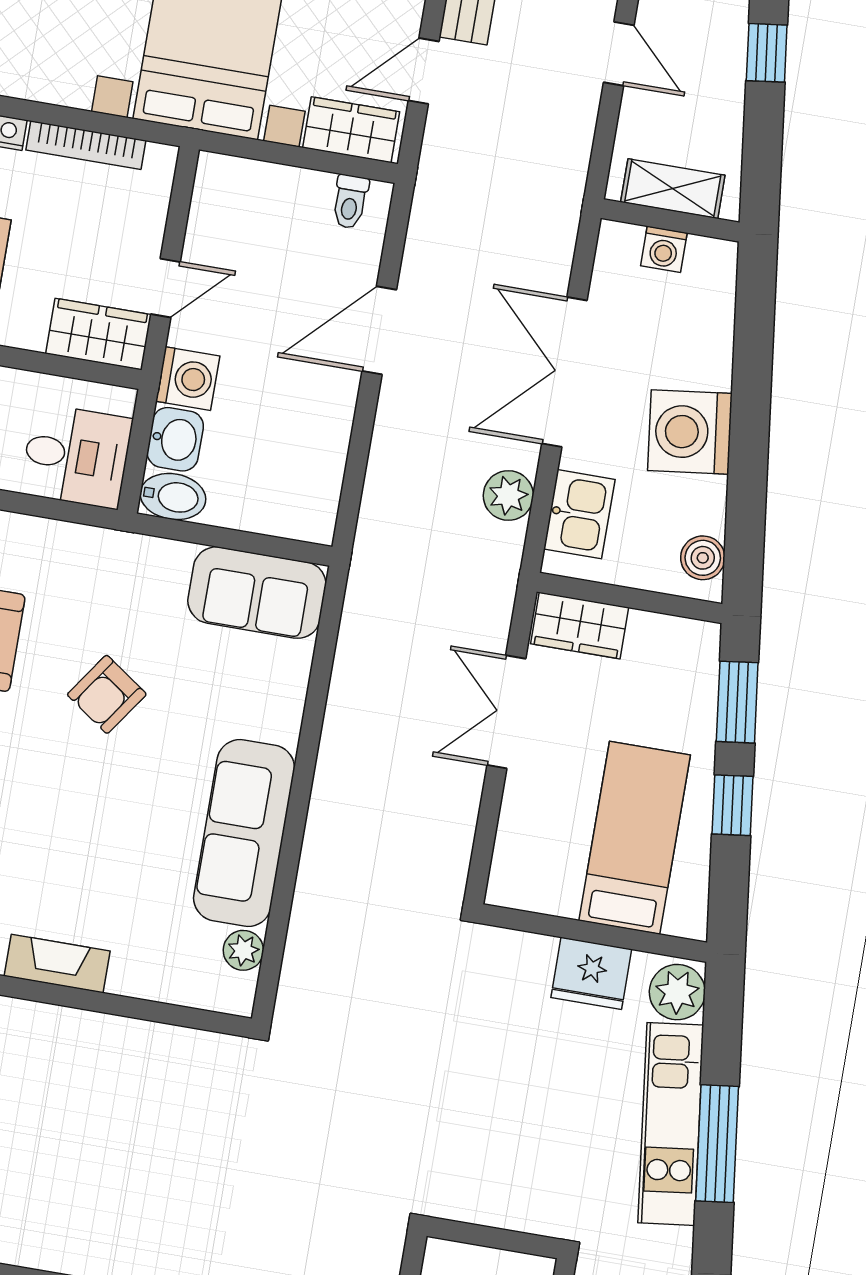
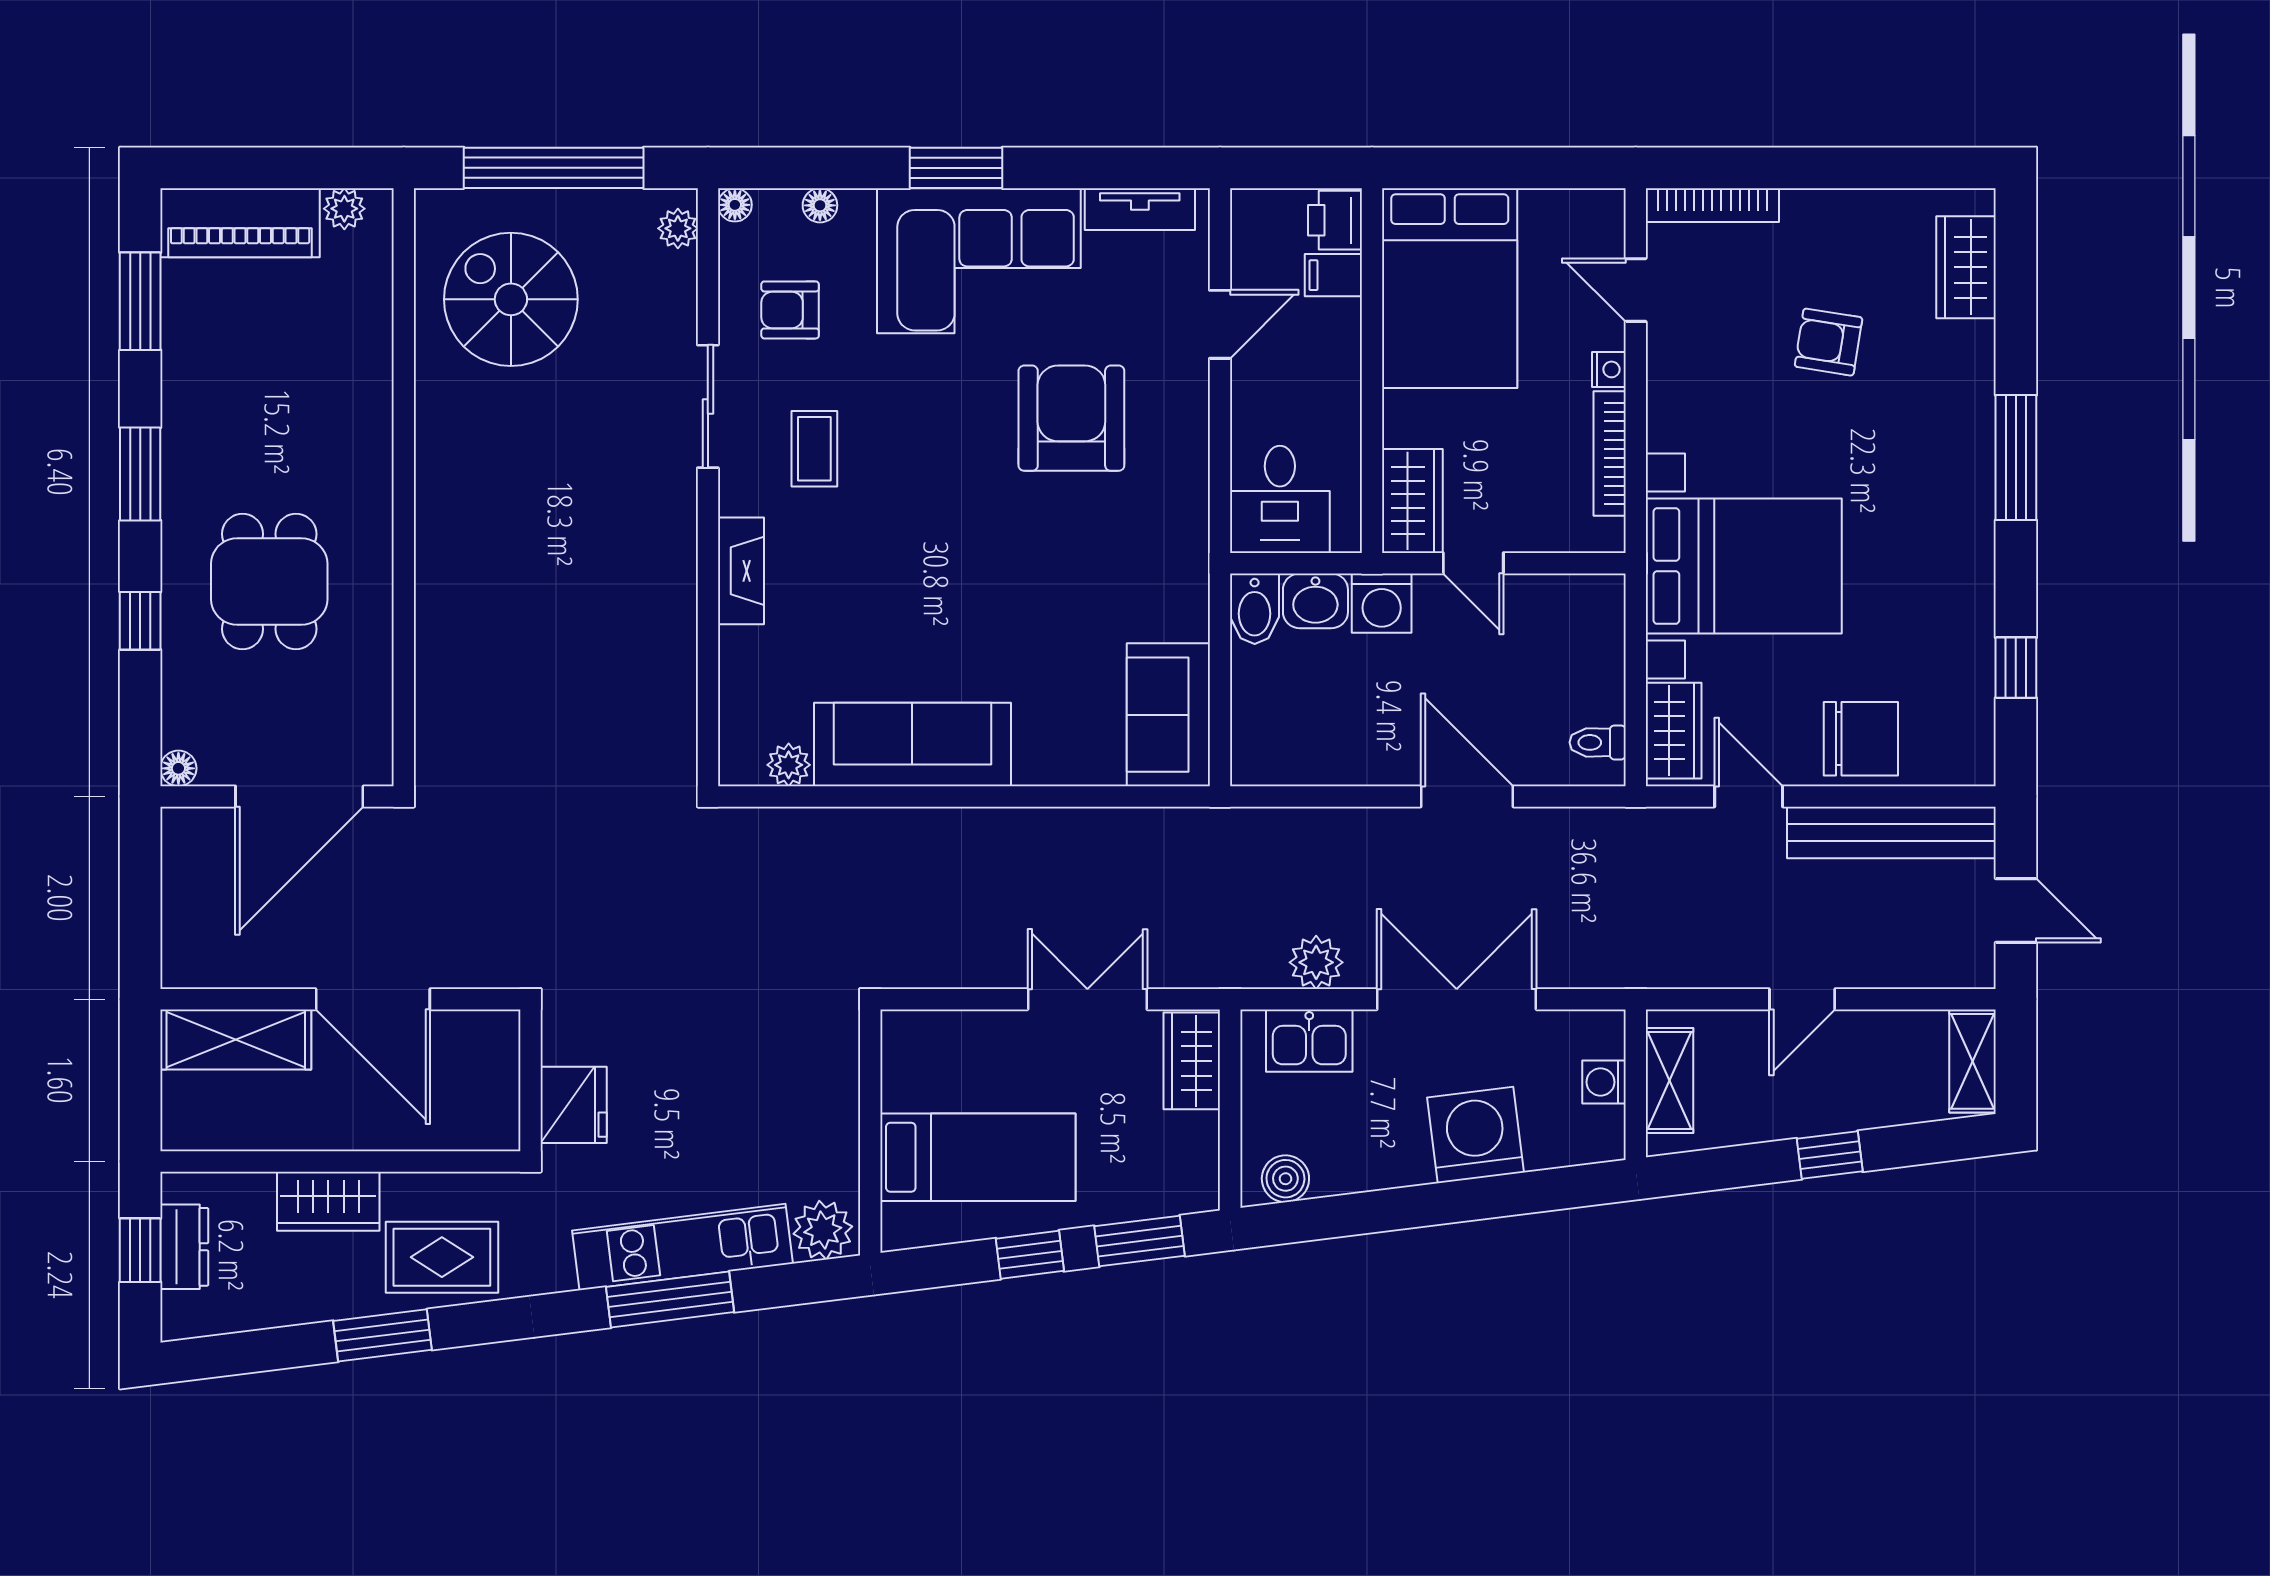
washing machine: (690, 432) -> (1476, 1135), moved
armchair: (107, 694) -> (1034, 575), removed
fridge: (591, 973) -> (574, 1105), moved, turned 180

